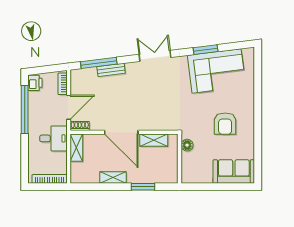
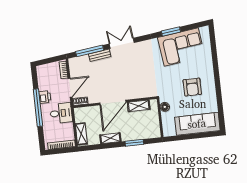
double door: (155, 56) -> (122, 43), moved
printer: (35, 83) -> (45, 97), moved
window: (25, 109) -> (38, 108), moved
door: (121, 132) -> (113, 103), hinge flipped
shelving: (76, 148) -> (81, 134), moved
sofa: (234, 171) -> (197, 124), width x1.36

